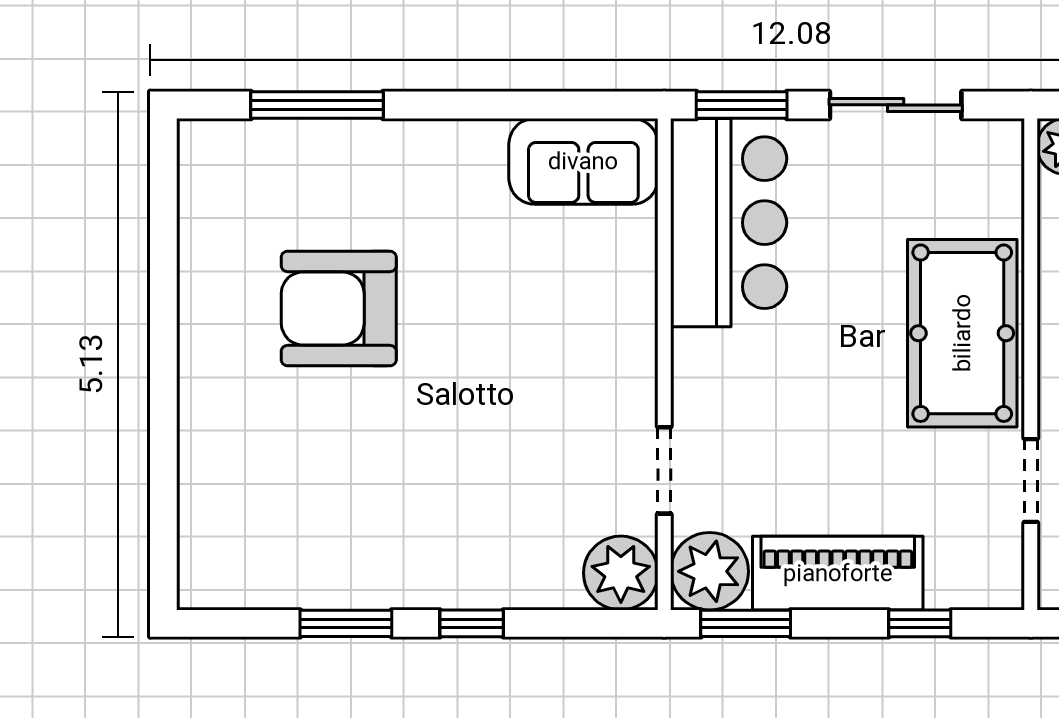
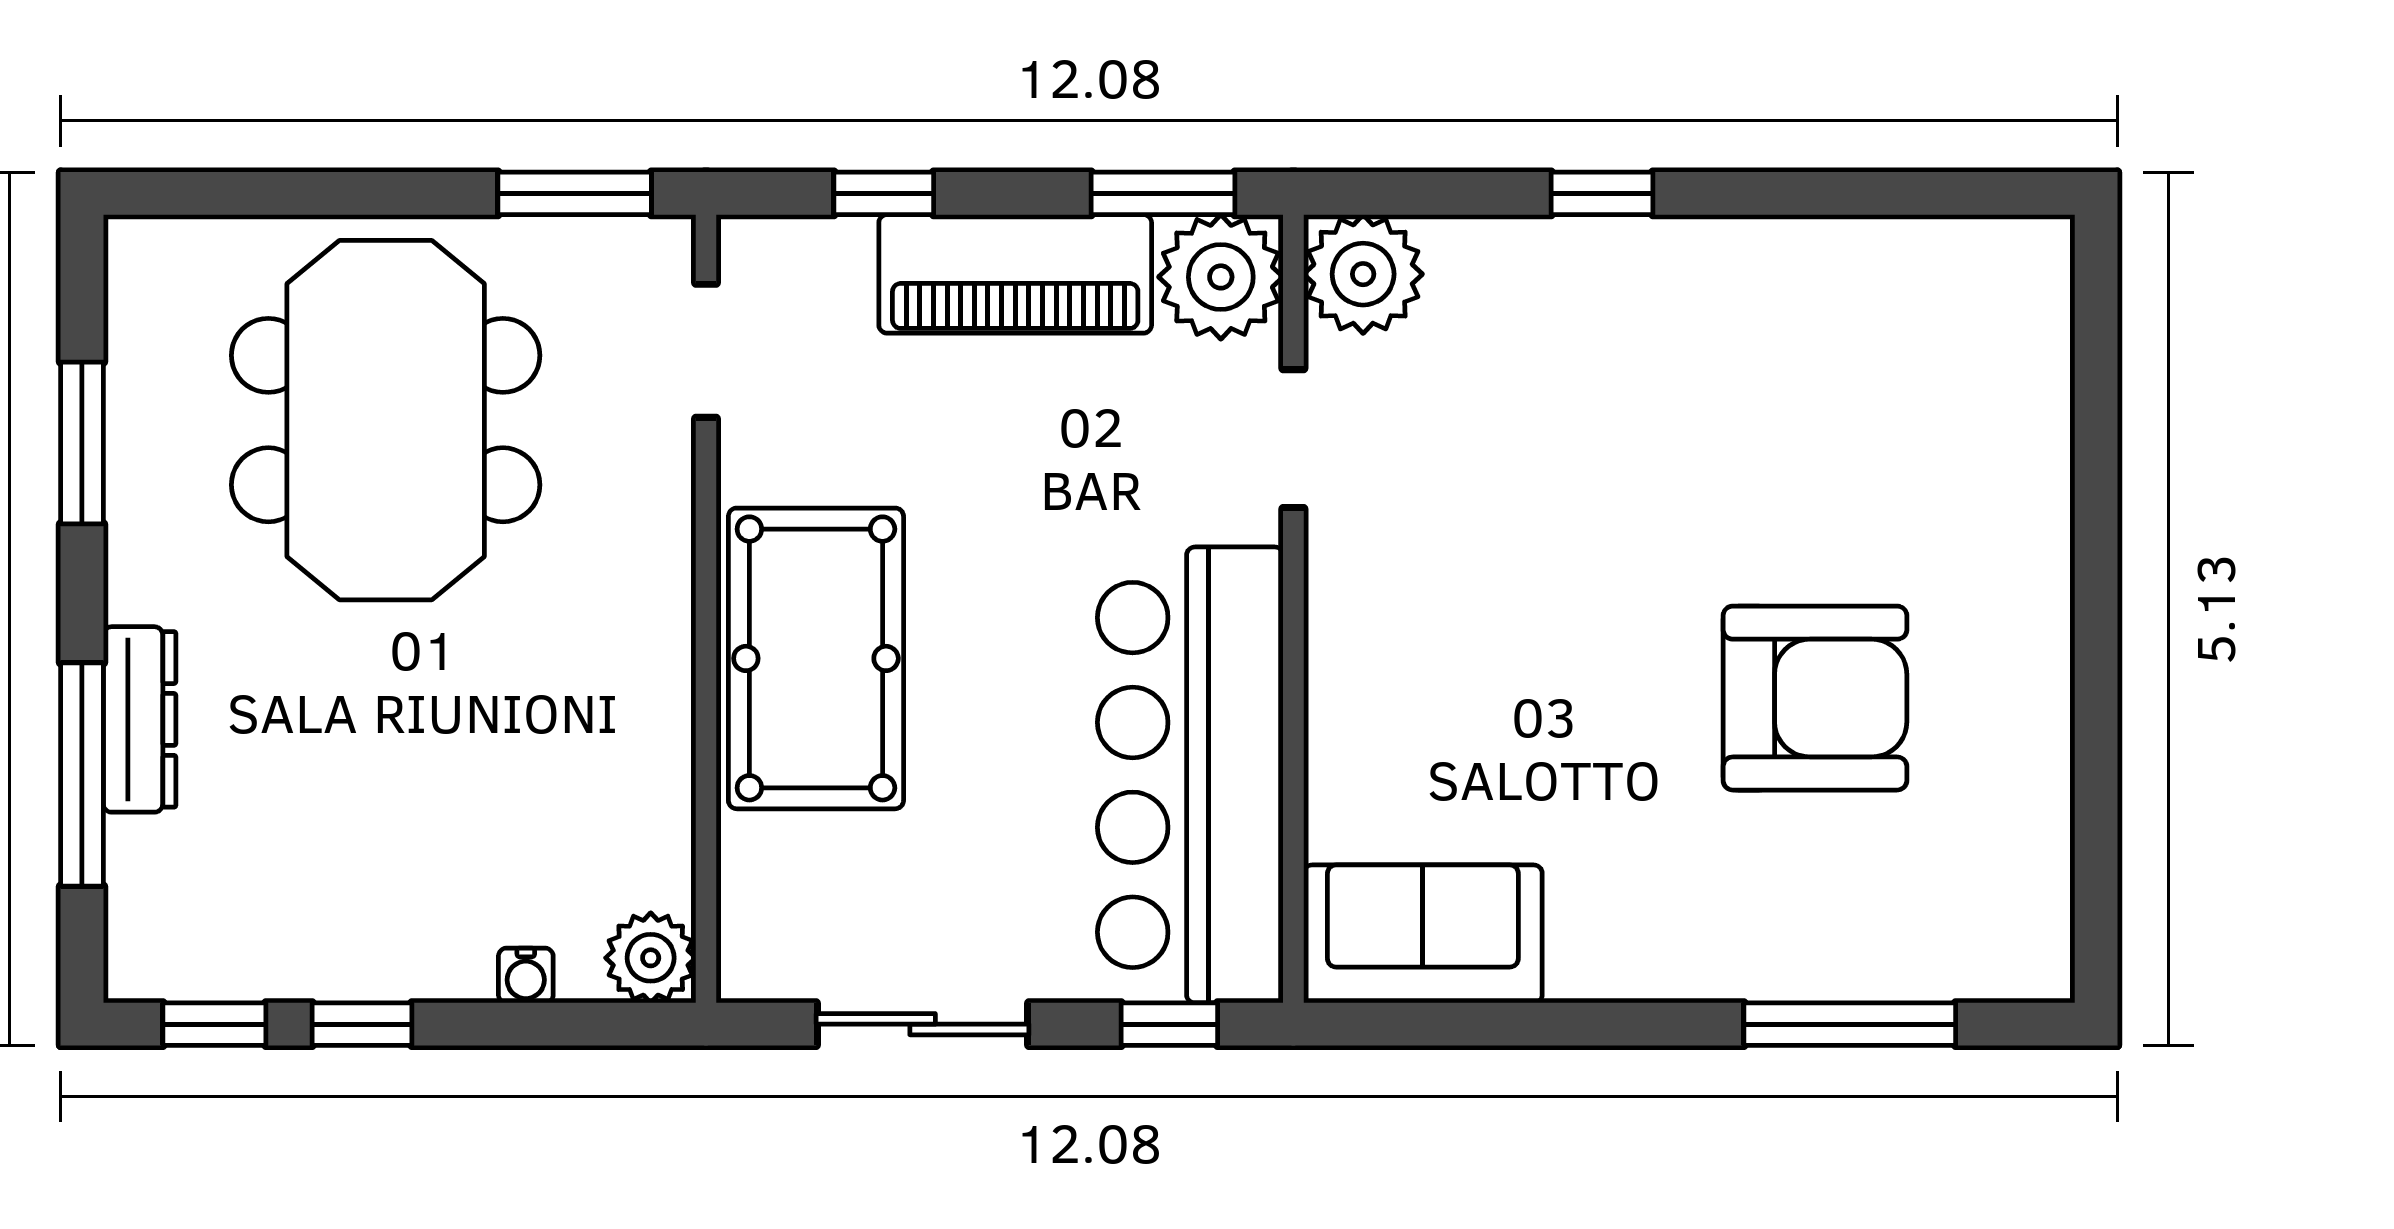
window: (742, 105) -> (1169, 1024), width x0.67
bar counter: (729, 223) -> (1190, 775), width x1.36
doorway: (1031, 481) -> (706, 351), moved
window: (346, 623) -> (1804, 193), removed

